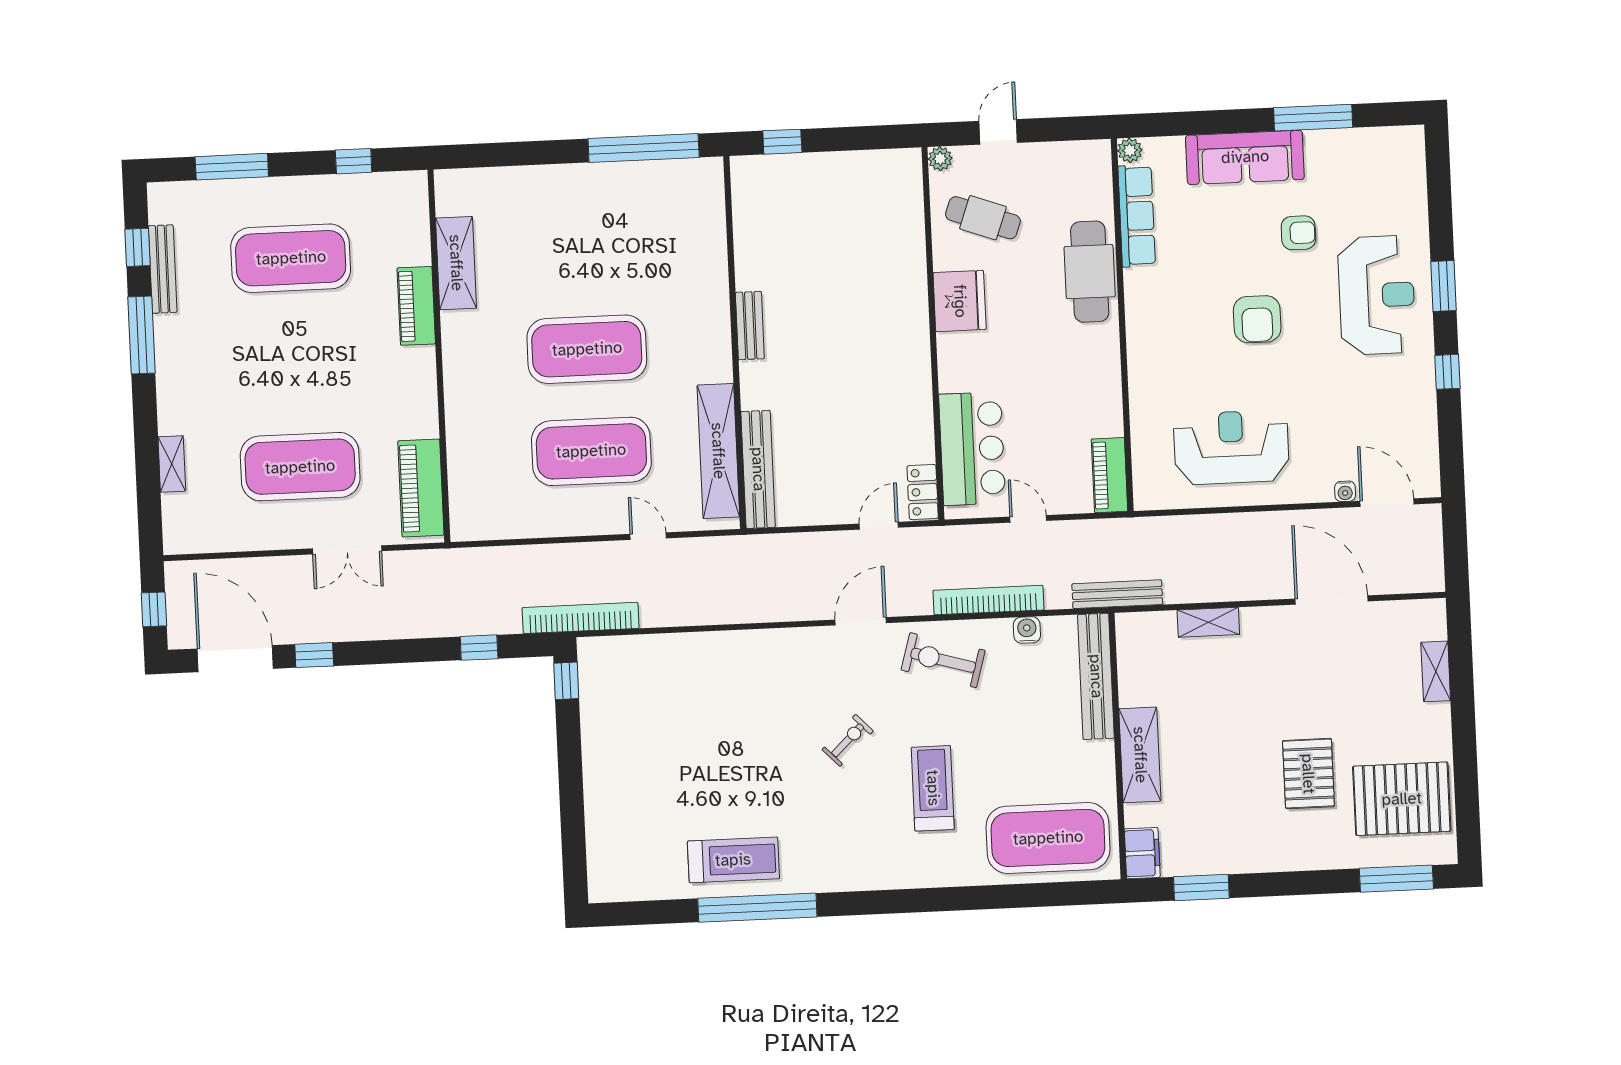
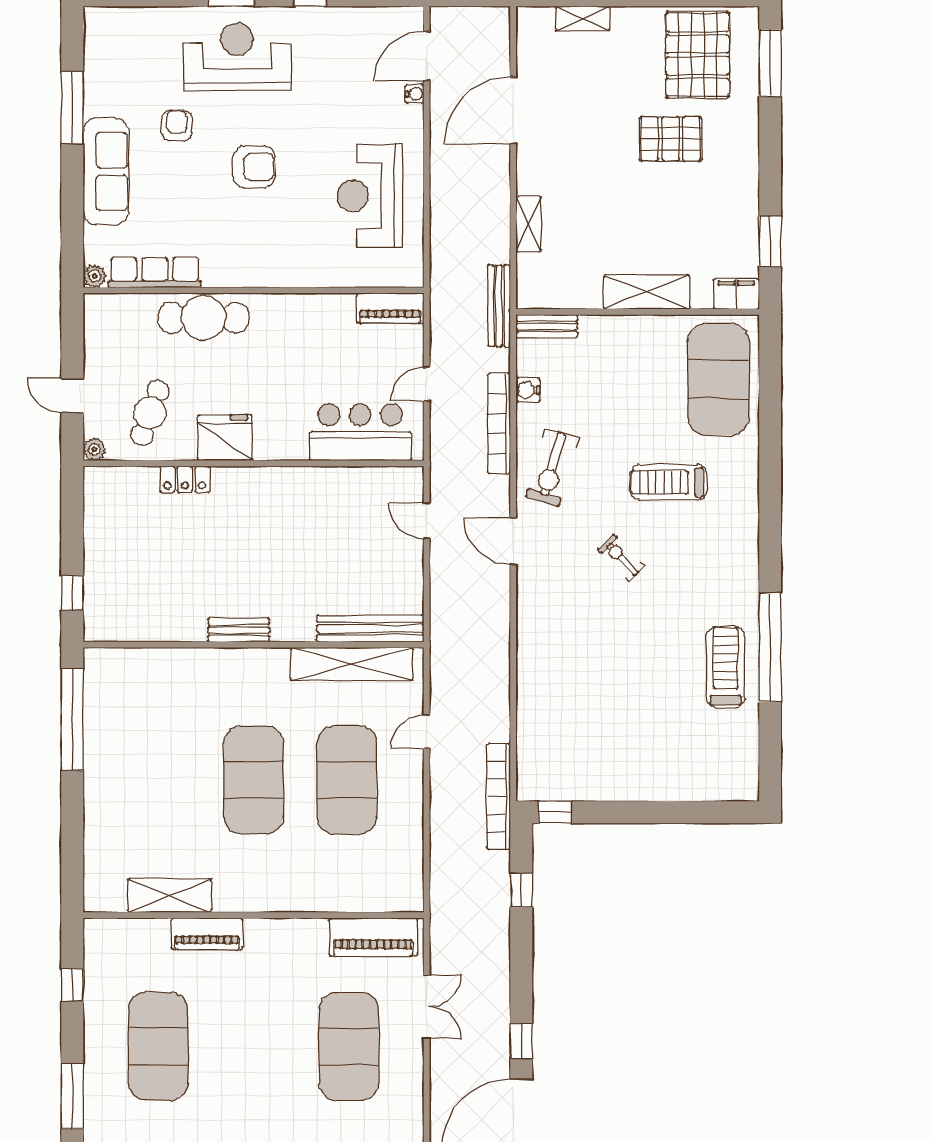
locker: (923, 492) -> (185, 479), moved
bench: (1096, 676) -> (547, 326), width x0.54, depth x0.82

